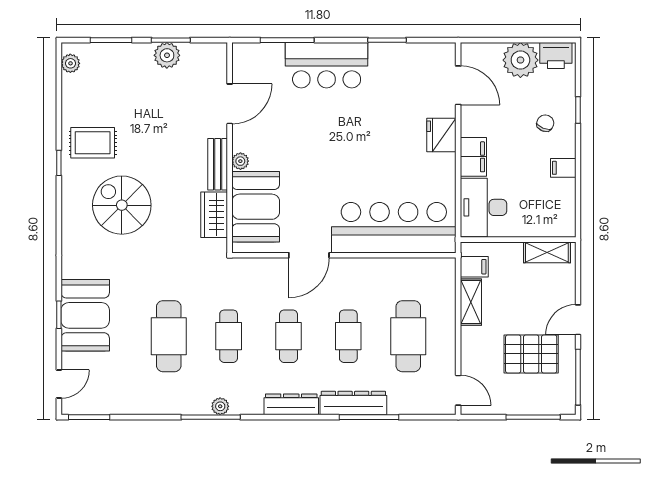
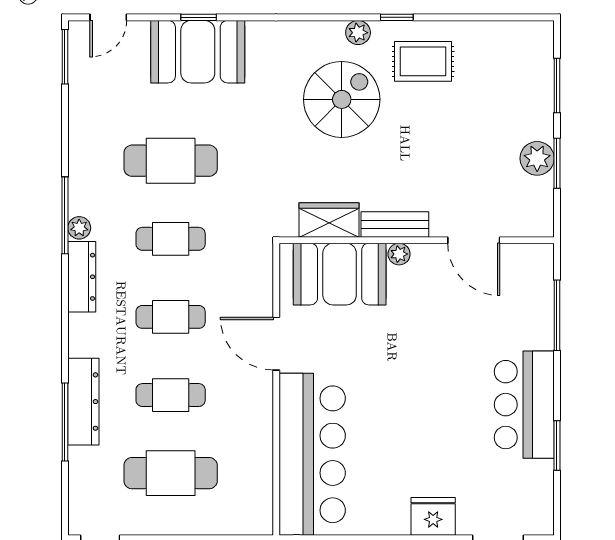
plant: (70, 63) -> (358, 33), moved
bar counter: (327, 65) -> (524, 405), moved
rug: (93, 143) -> (423, 61), turned 90
door: (59, 384) -> (108, 17), hinge flipped
dresser: (291, 404) -> (82, 277), moved

